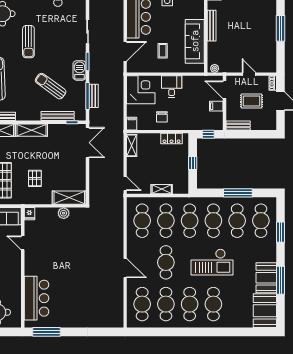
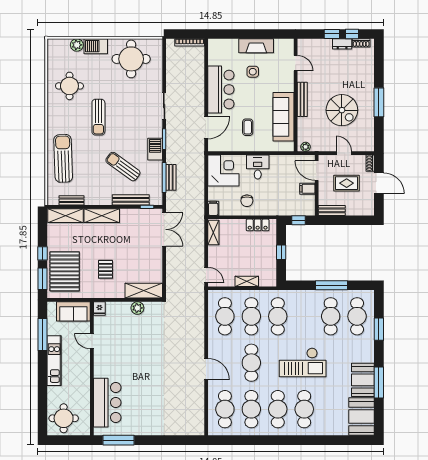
spiral stairs: (247, 35) -> (342, 110), added
cafe table: (213, 221) -> (304, 316), removed

